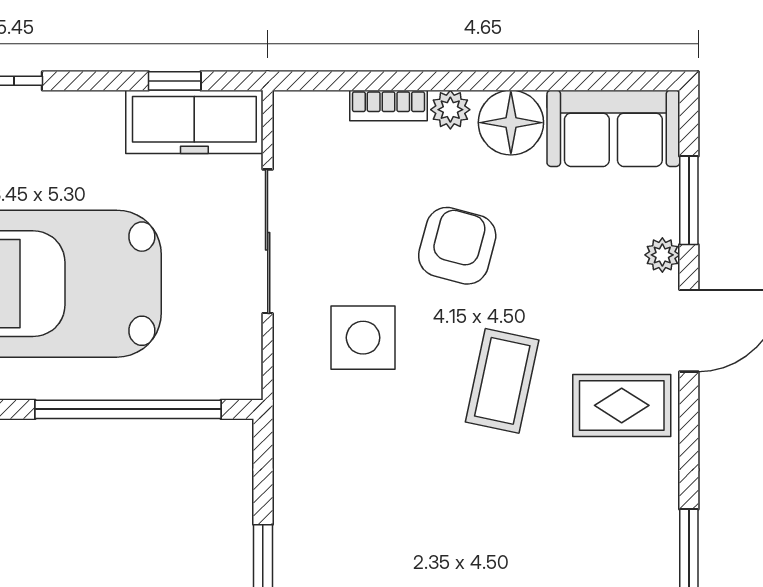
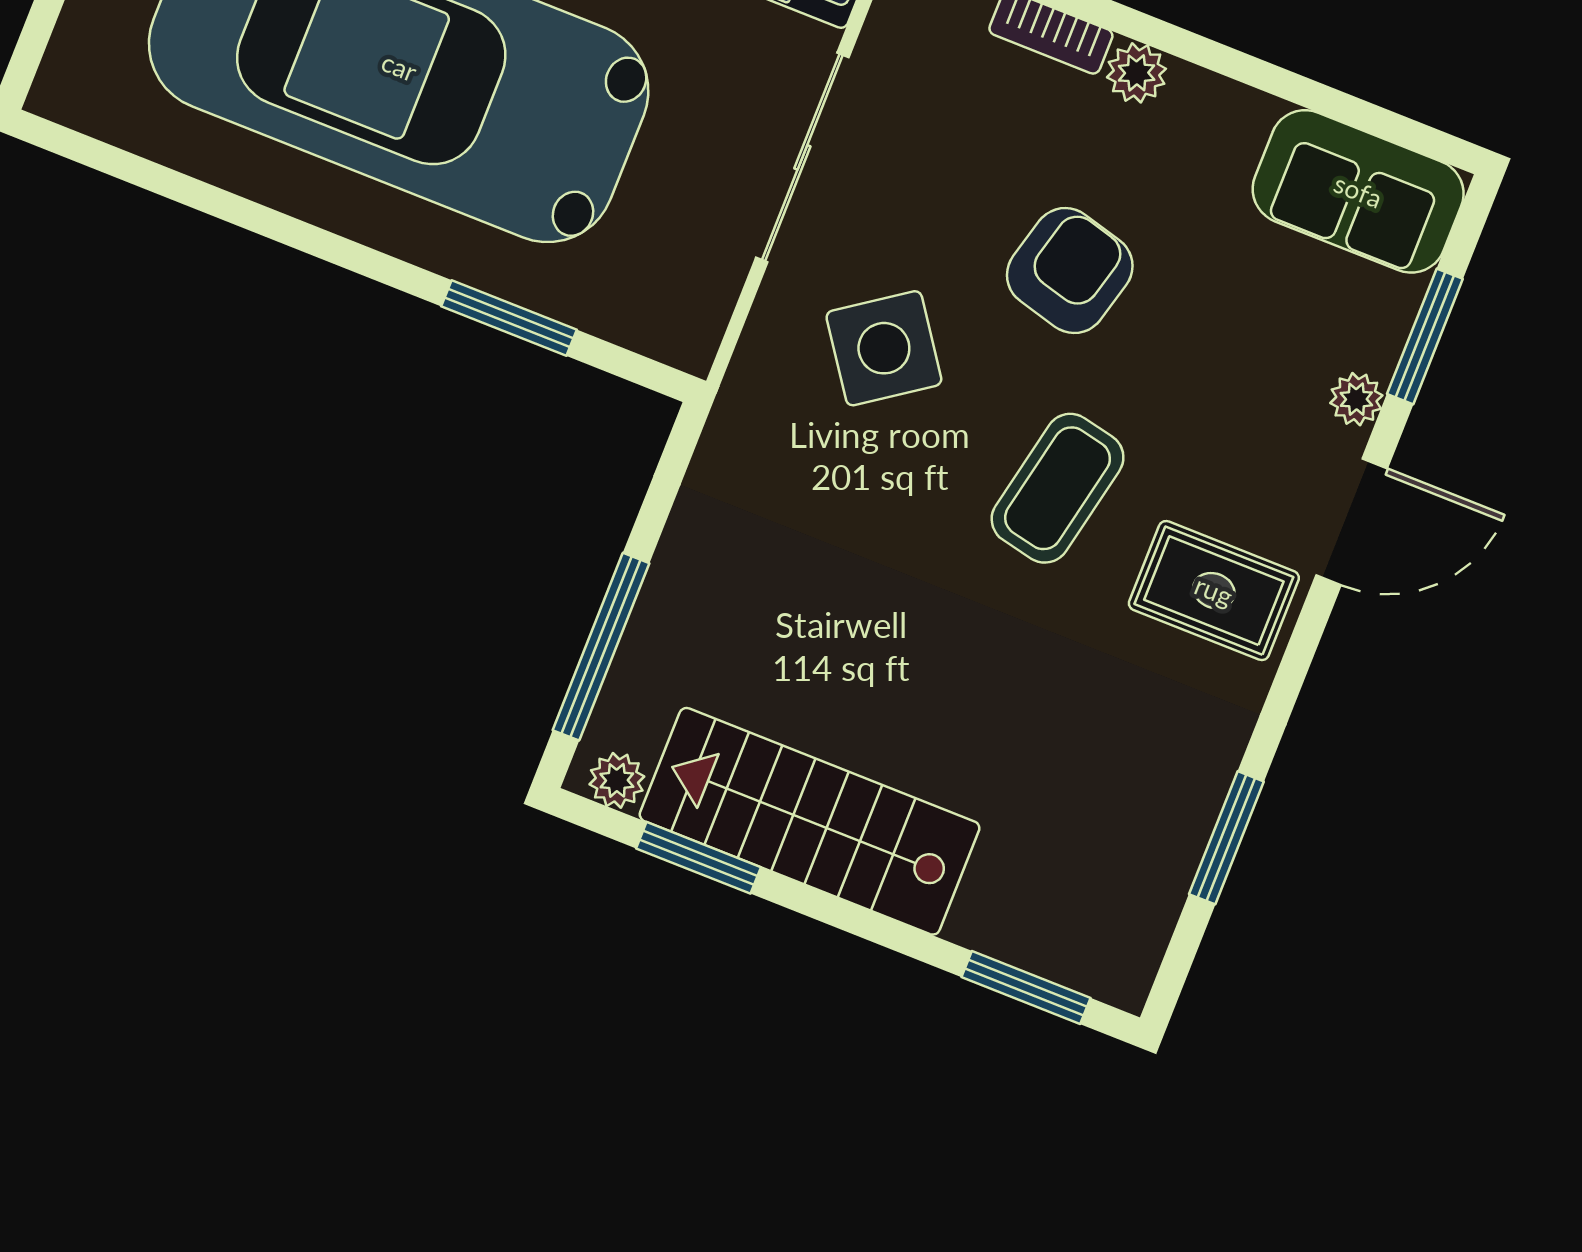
floor lamp: (511, 123) -> (1216, 125), removed
side table: (363, 338) -> (884, 348), turned -35
window: (128, 409) -> (509, 318), width x0.47

